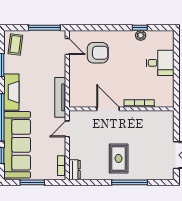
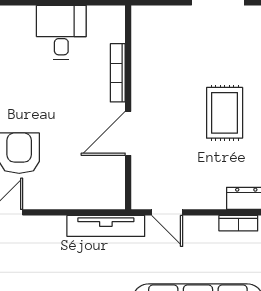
desk: (160, 63) -> (61, 32), moved
rug: (119, 158) -> (225, 113), turned 90

